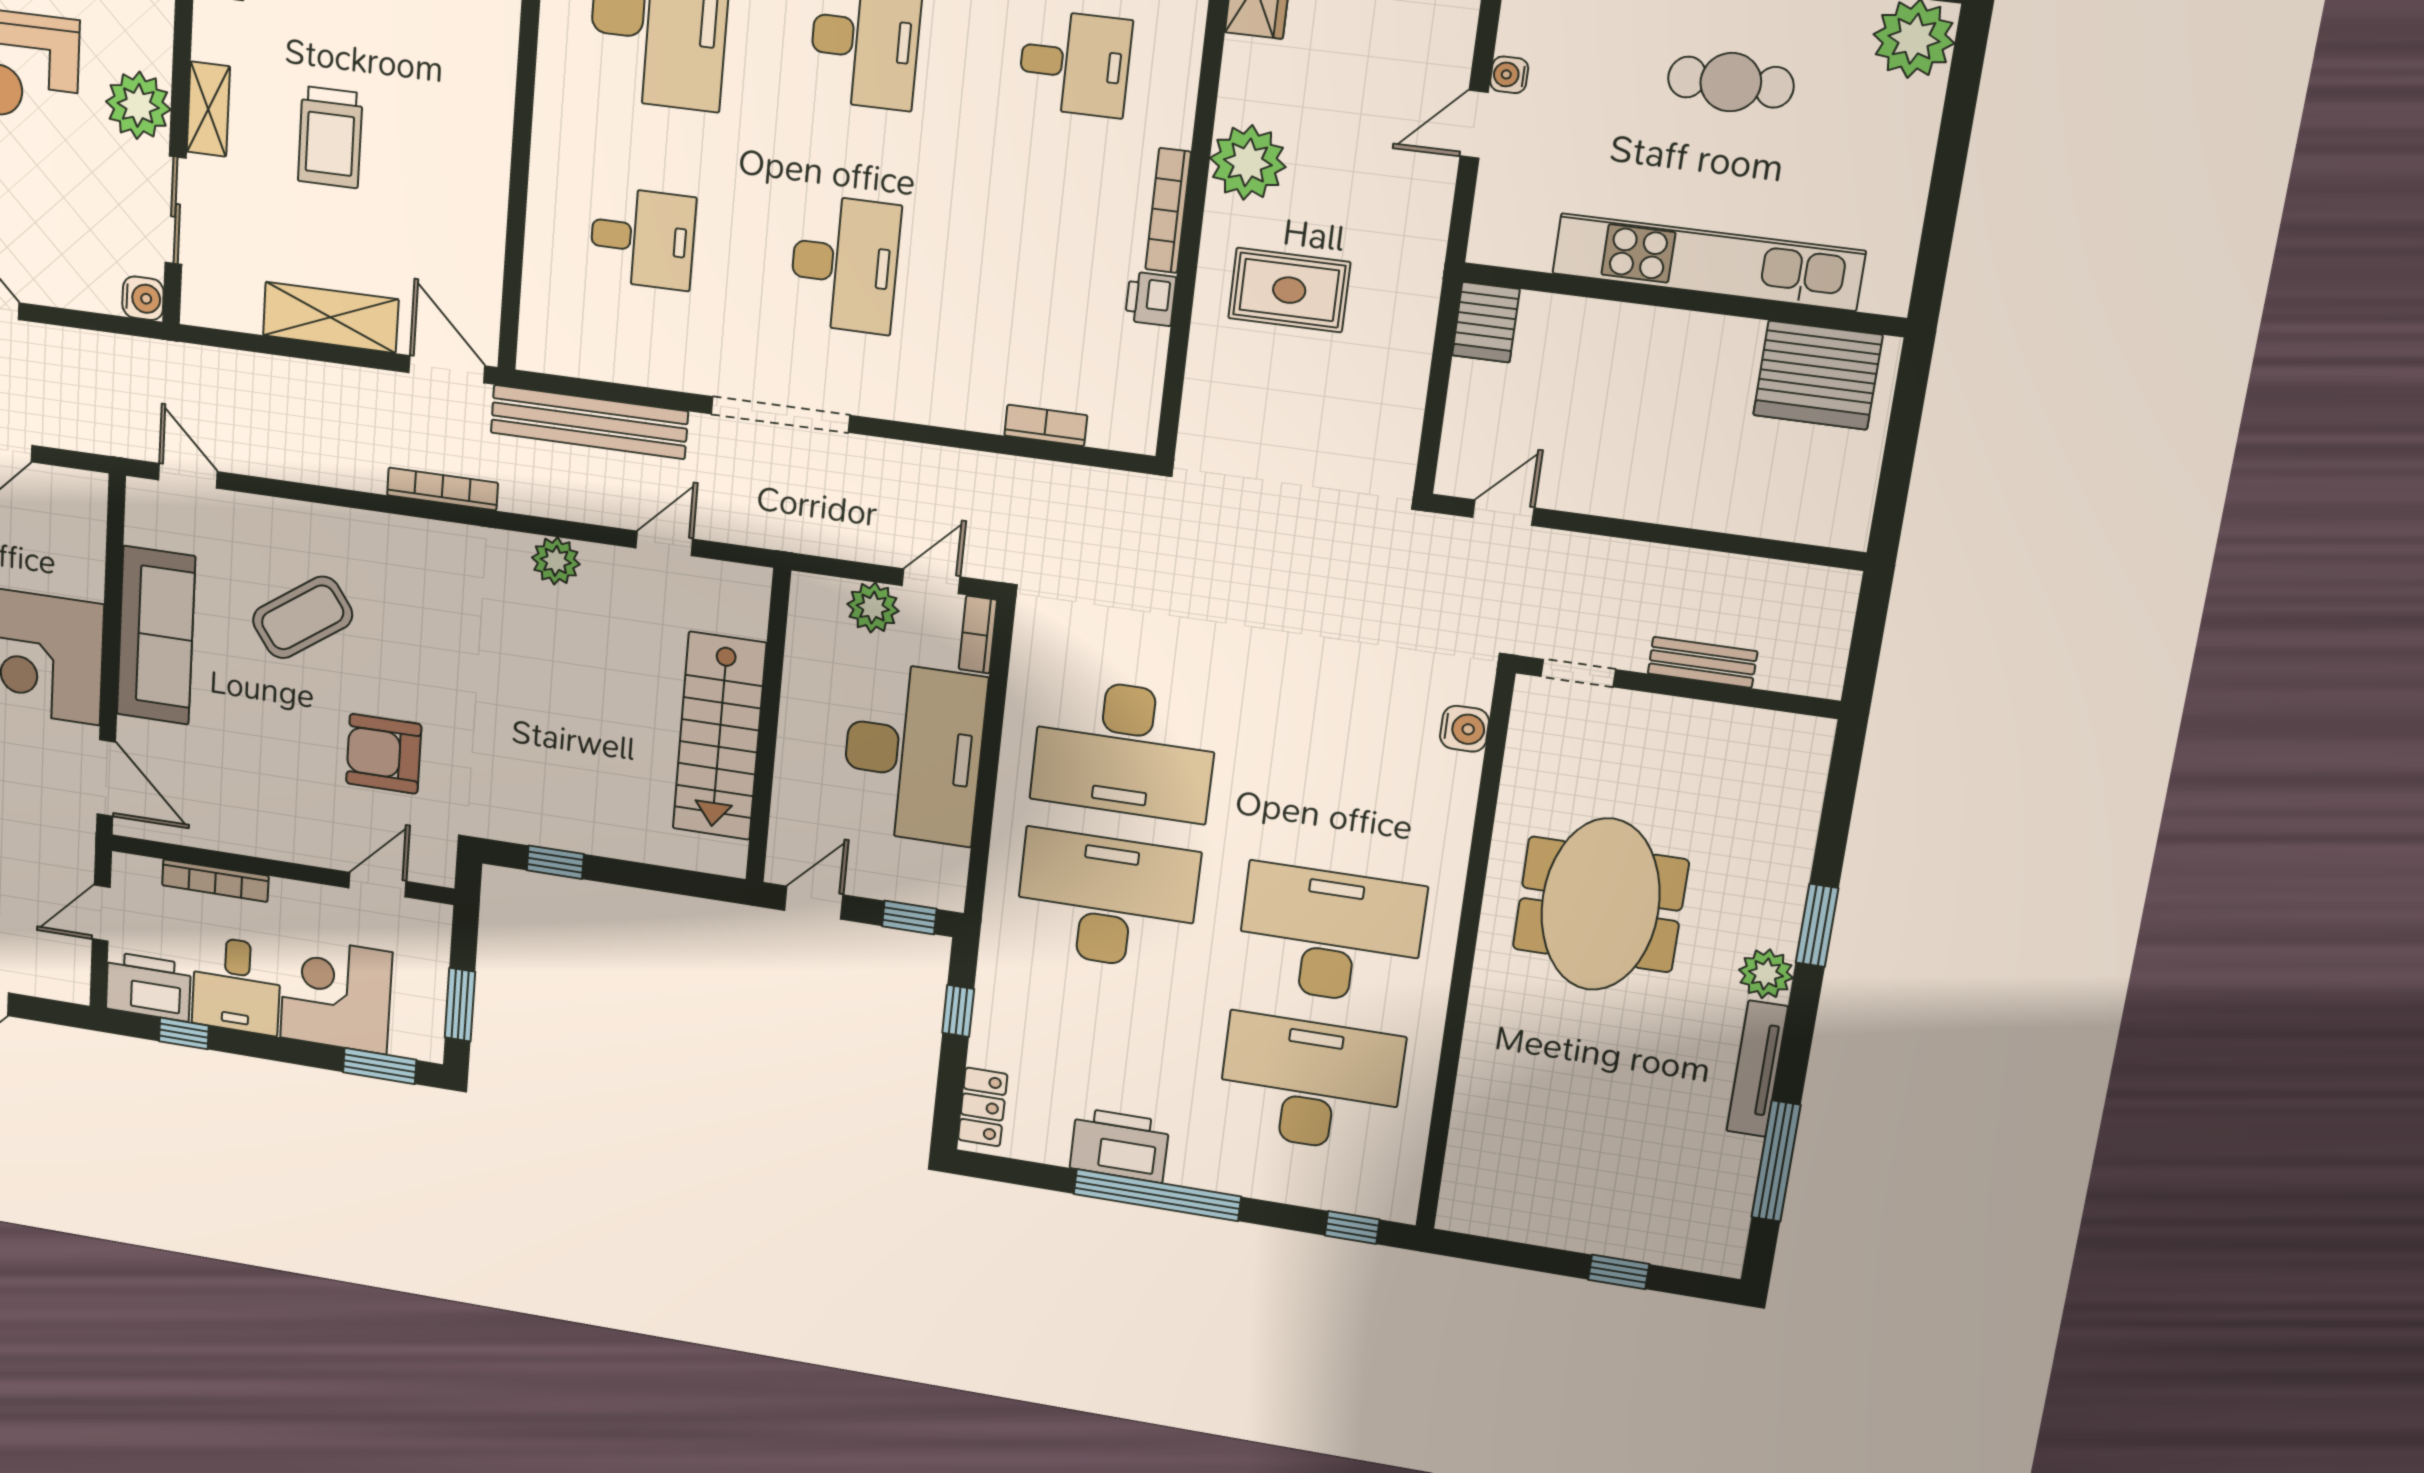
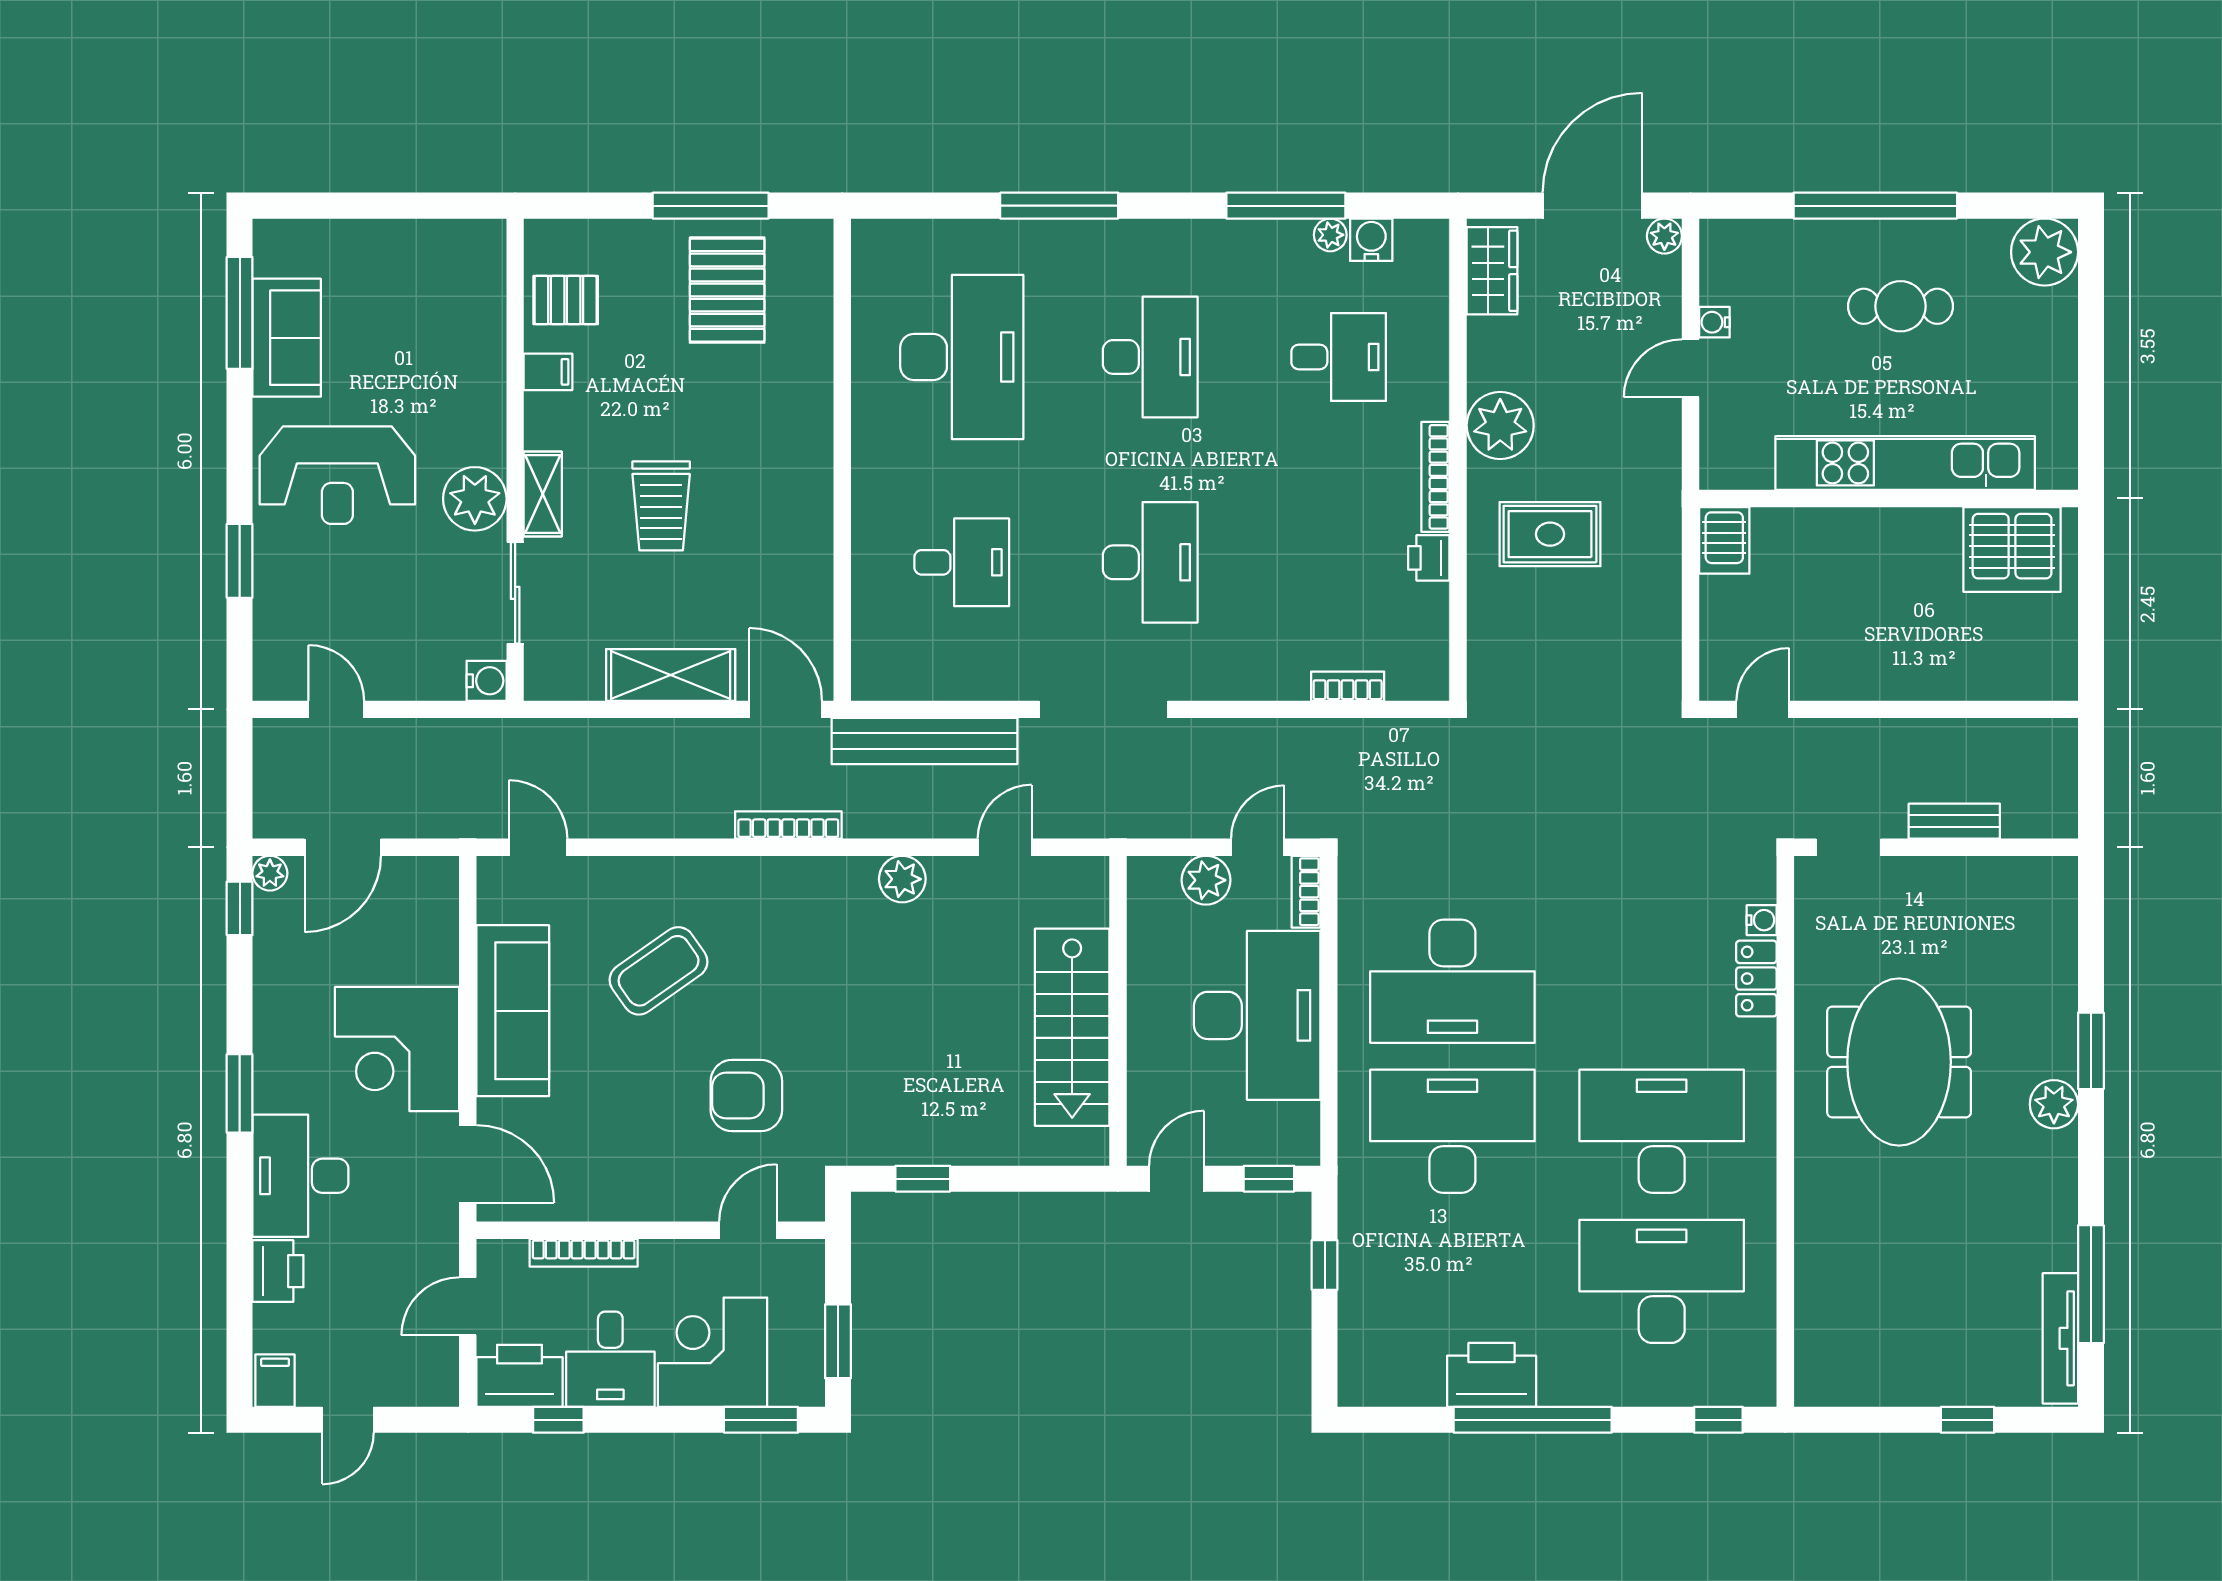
water cooler: (1465, 729) -> (1762, 920), width x0.72, depth x0.72
tv unit: (1757, 1069) -> (2060, 1338), moved
locker: (983, 1107) -> (1756, 979), moved, turned 180

